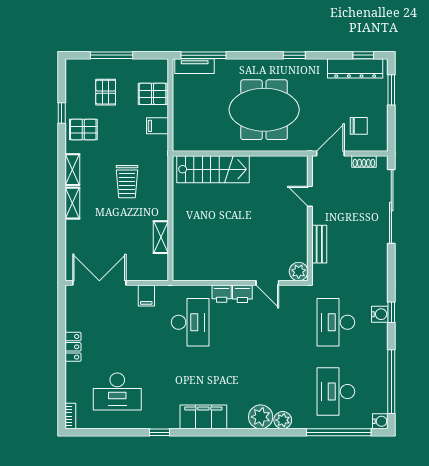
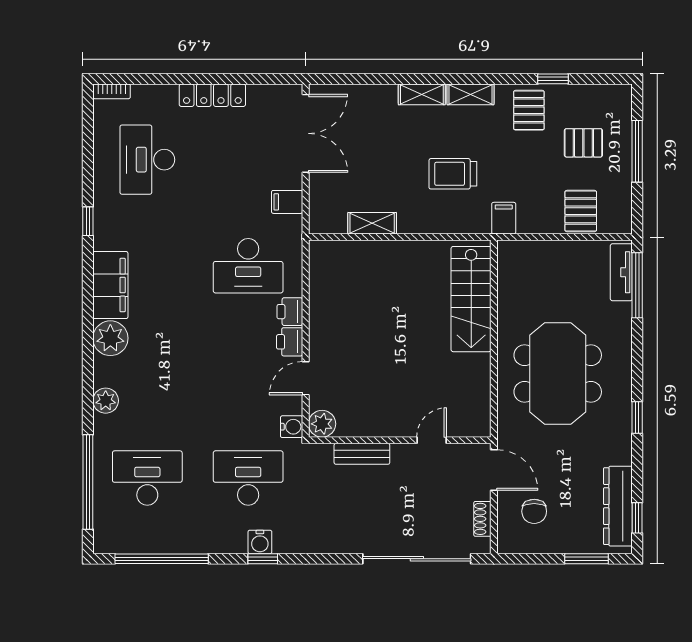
filing cabinet: (157, 126) -> (504, 218), moved
locker: (73, 347) -> (212, 95), width x1.53
plant: (261, 417) -> (110, 338), moved
water cooler: (380, 421) -> (292, 427), moved, turned -90

